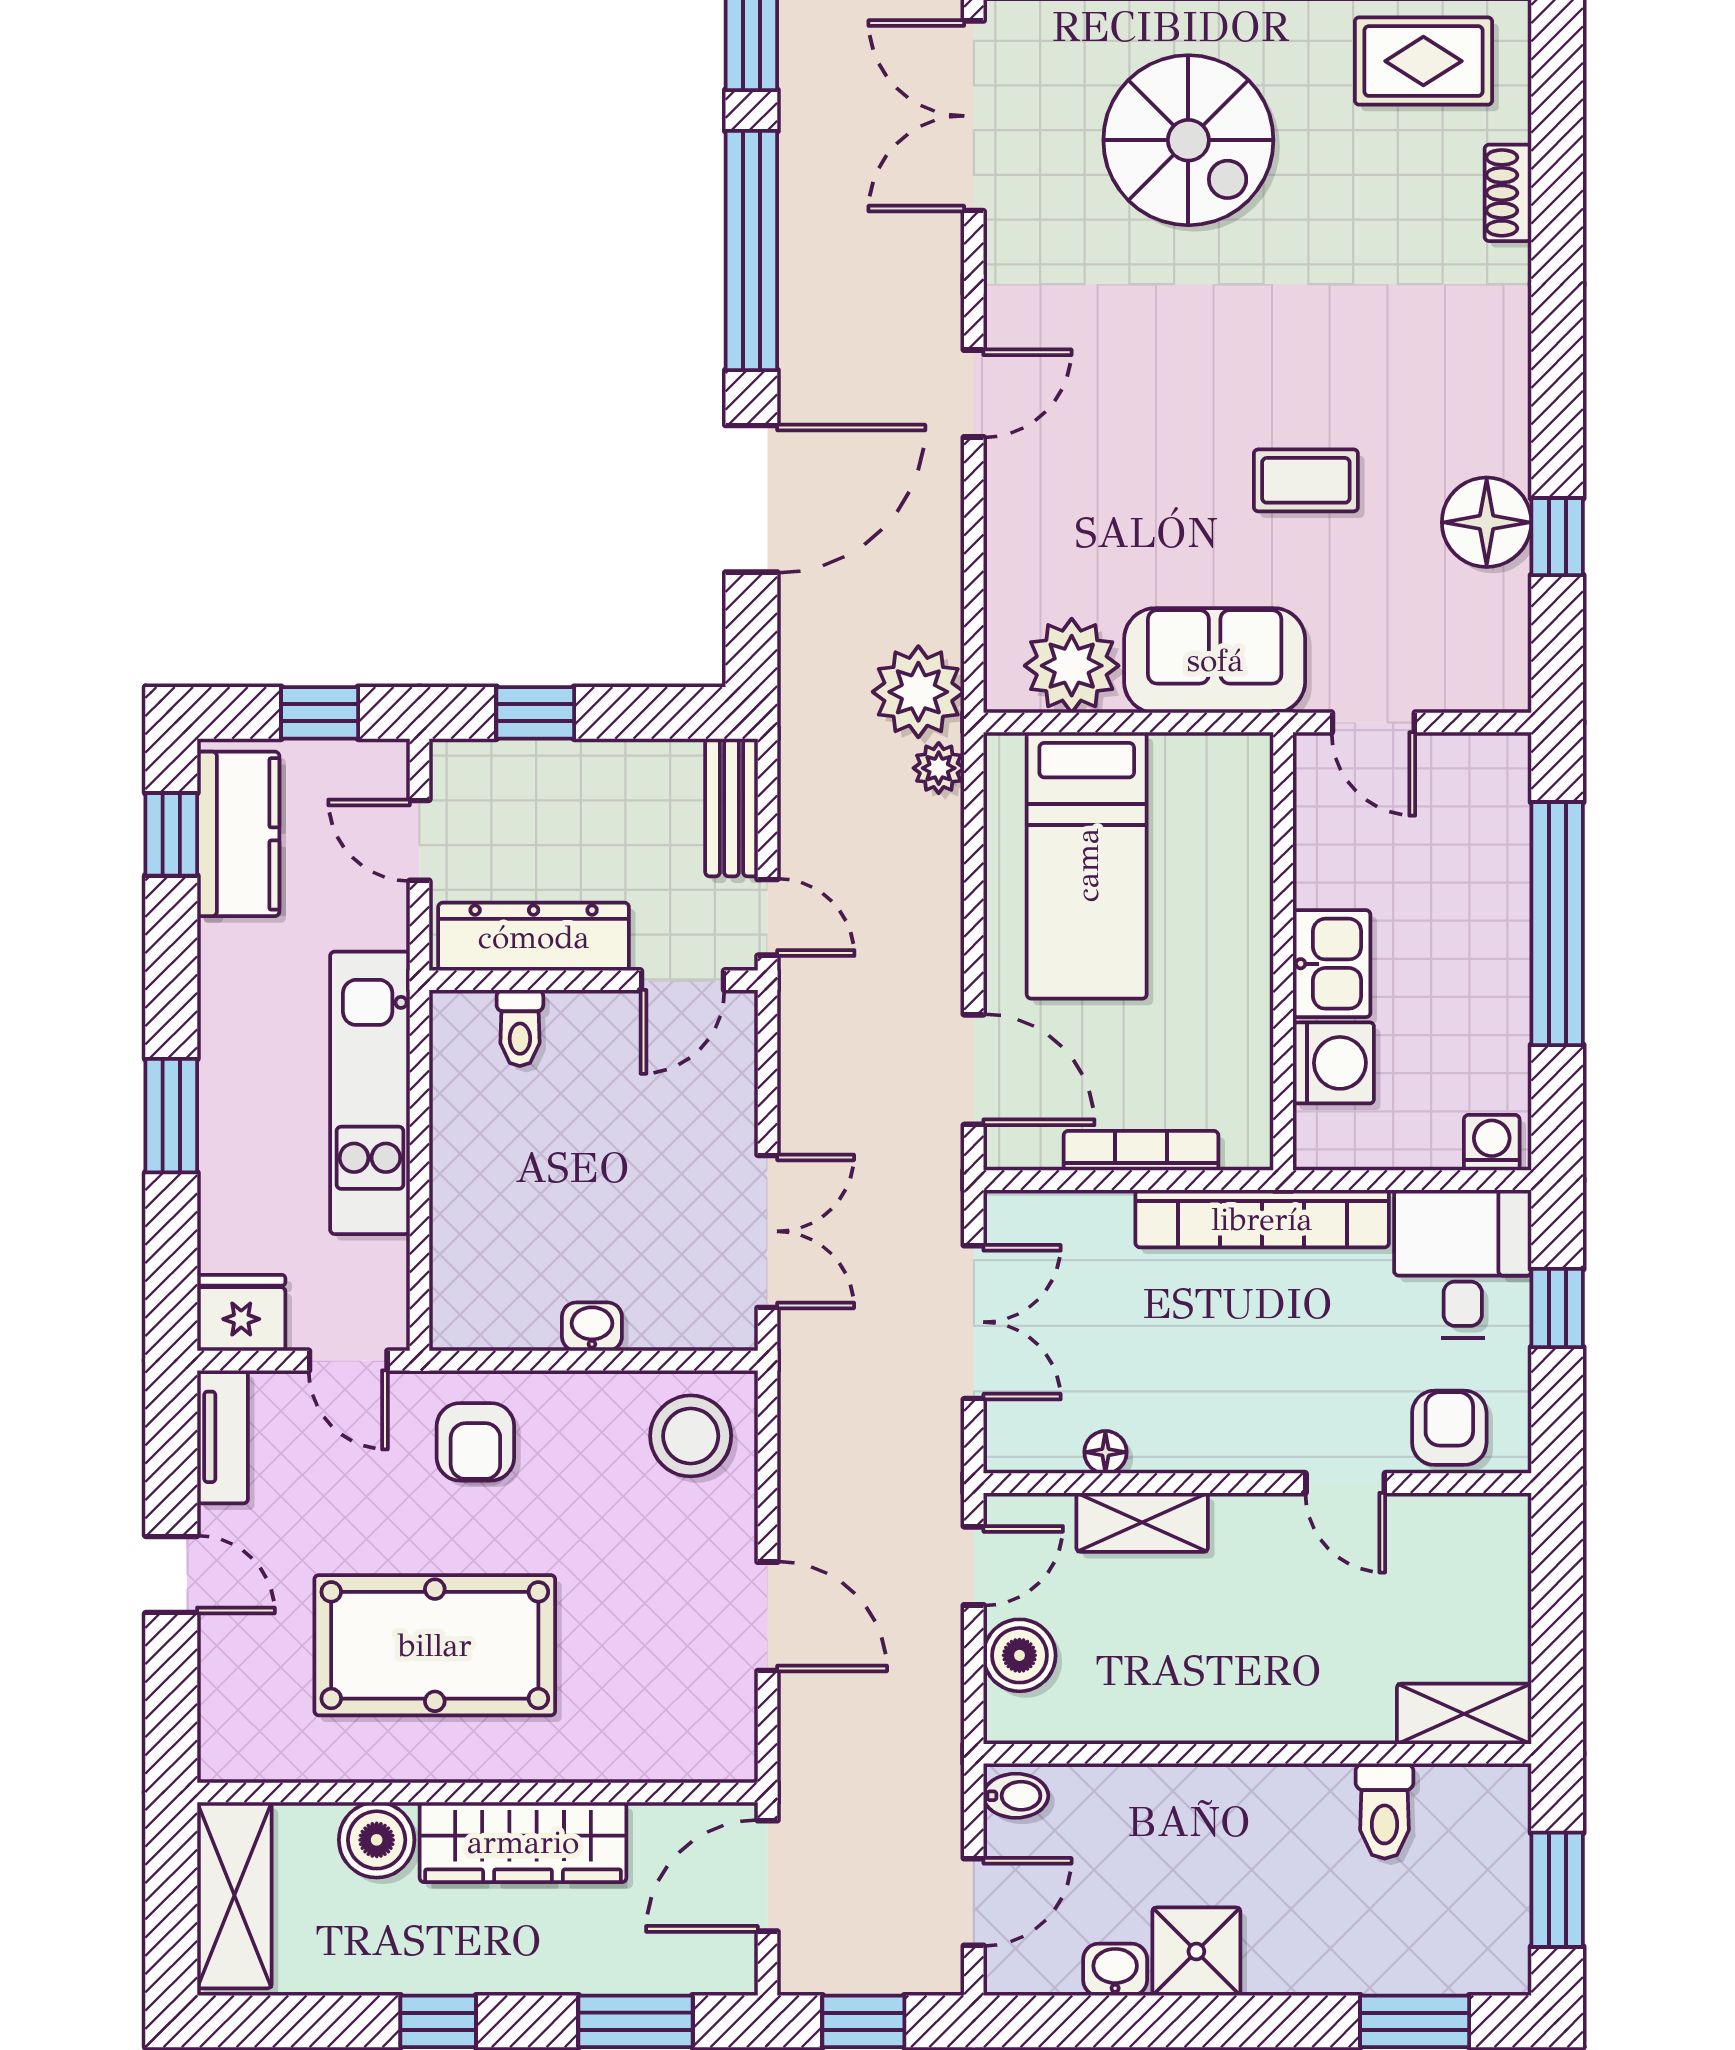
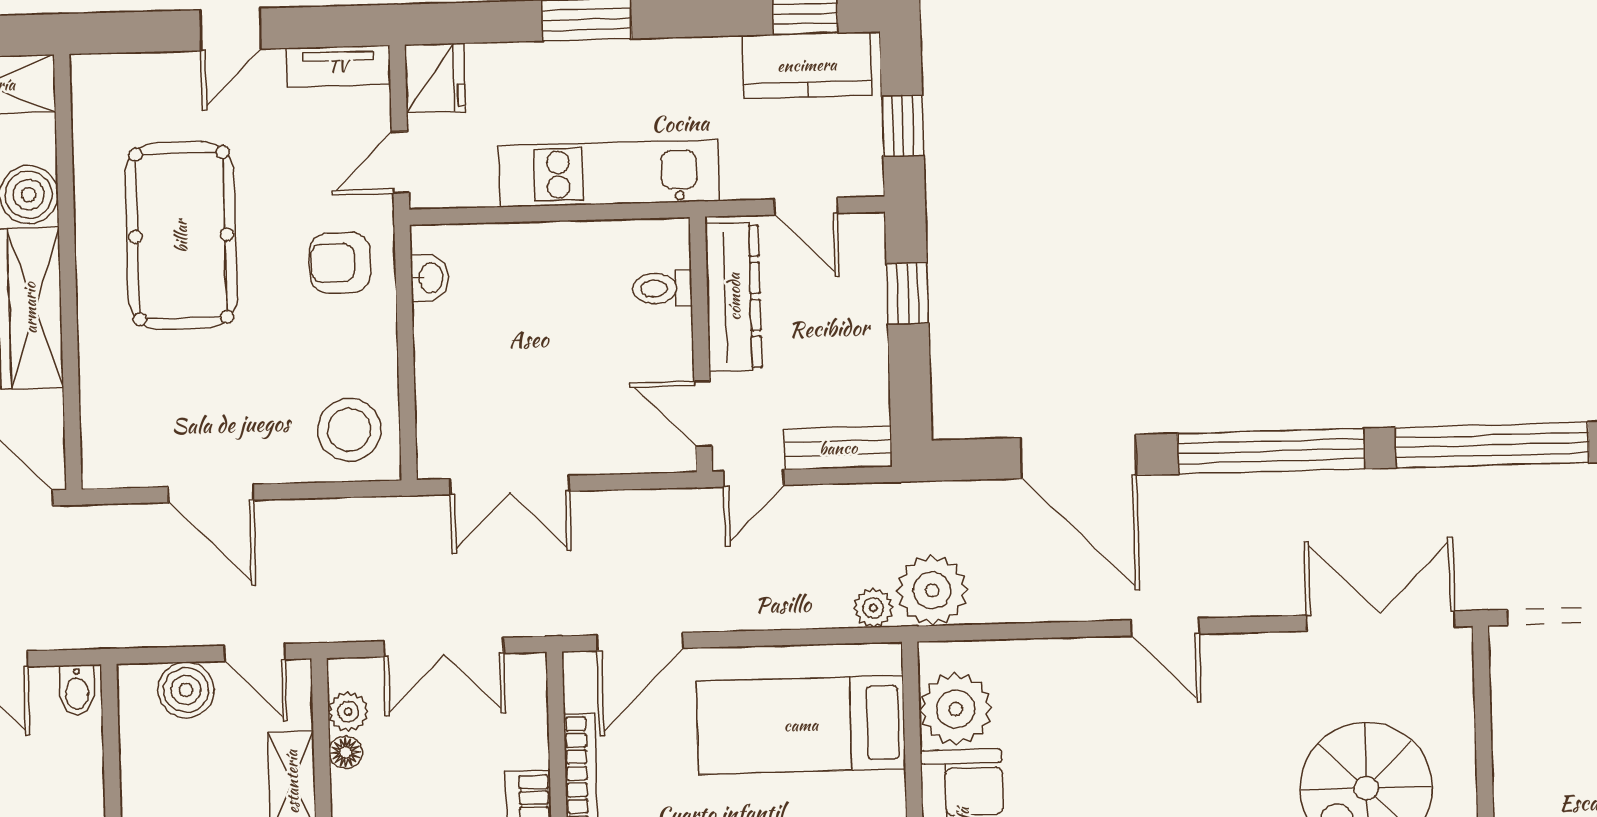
door: (419, 840) -> (806, 206), swing flipped
washbasin: (592, 1327) -> (430, 278), moved
plant: (1053, 1448) -> (348, 712), added
door: (768, 1616) -> (211, 493), hinge flipped

